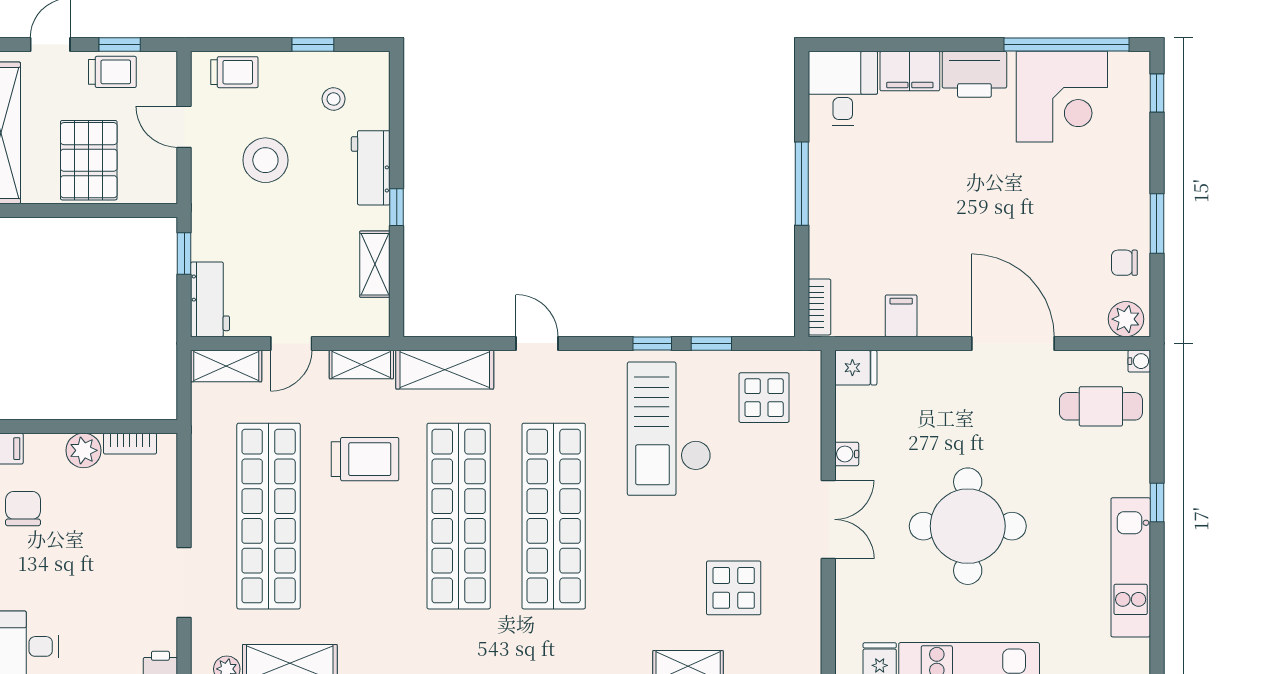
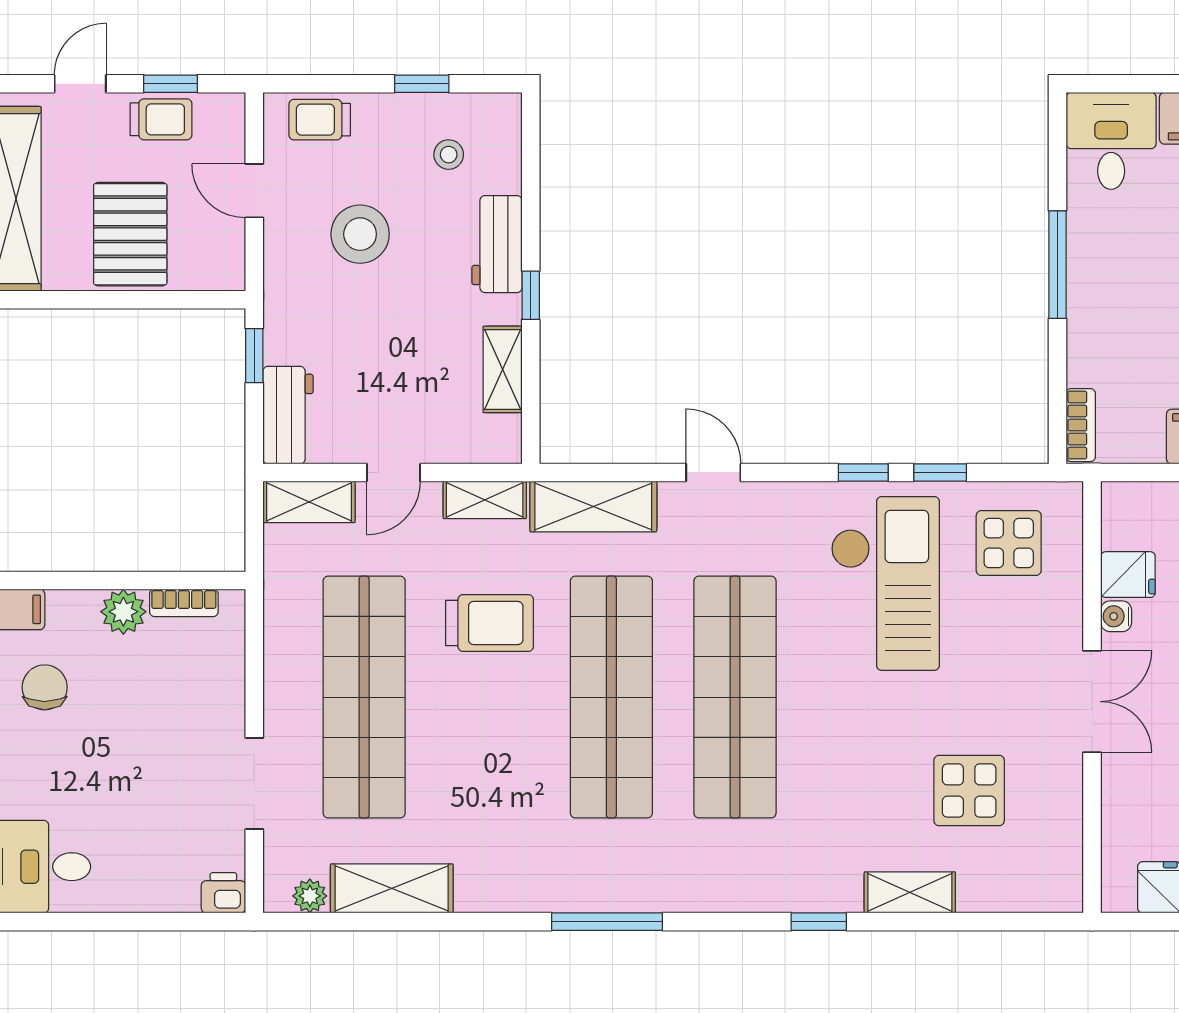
trolley: (234, 72) -> (320, 120), turned 180
fridge: (856, 368) -> (1128, 575), moved
checkout: (669, 429) -> (885, 583), turned 180

